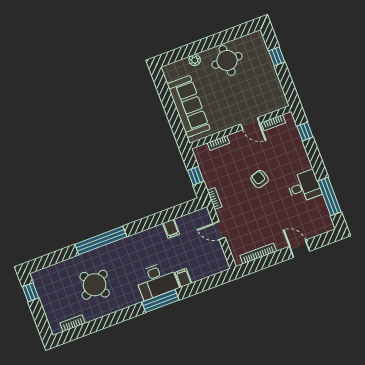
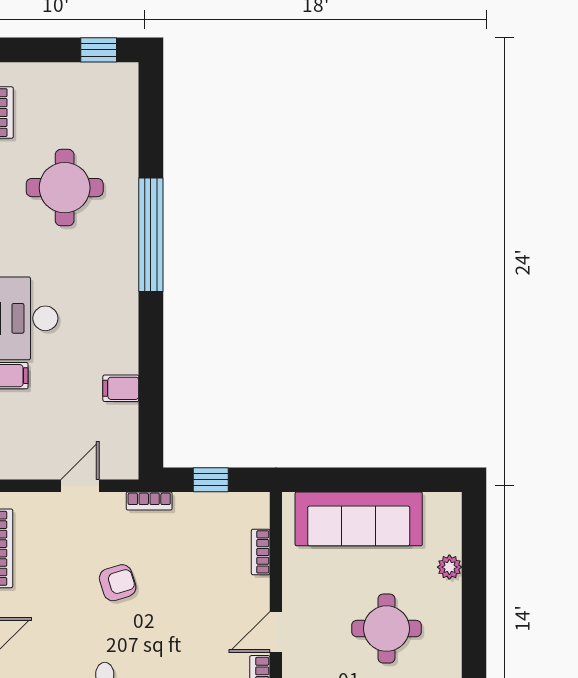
round table: (227, 60) -> (386, 629), moved
armchair: (260, 179) -> (118, 583), moved
round table: (95, 285) -> (65, 188), turned 31

